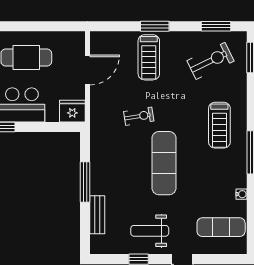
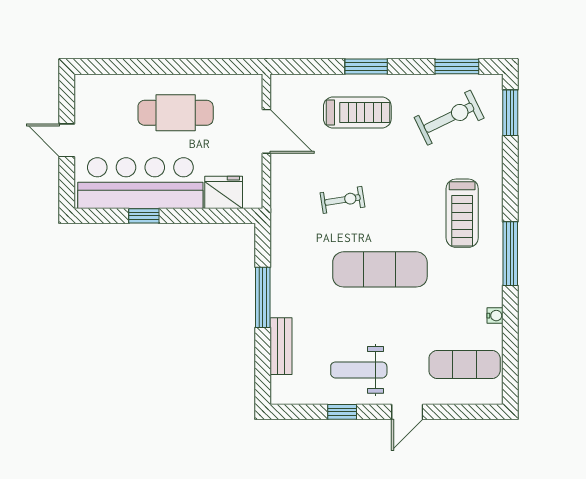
treadmill: (149, 57) -> (357, 113), turned -90
door: (87, 70) -> (266, 131), hinge flipped
fridge: (72, 111) -> (224, 192), moved
exercise mat: (164, 163) -> (380, 269), turned 90

